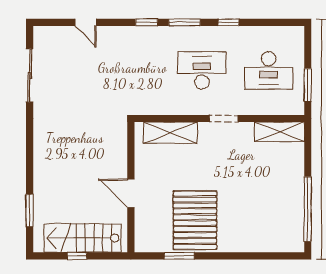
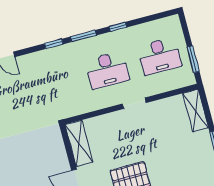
desk: (202, 70) -> (107, 70), turned 180
shelving: (280, 132) -> (196, 111), moved, turned 90
shelving: (170, 133) -> (79, 143), moved, turned 90

